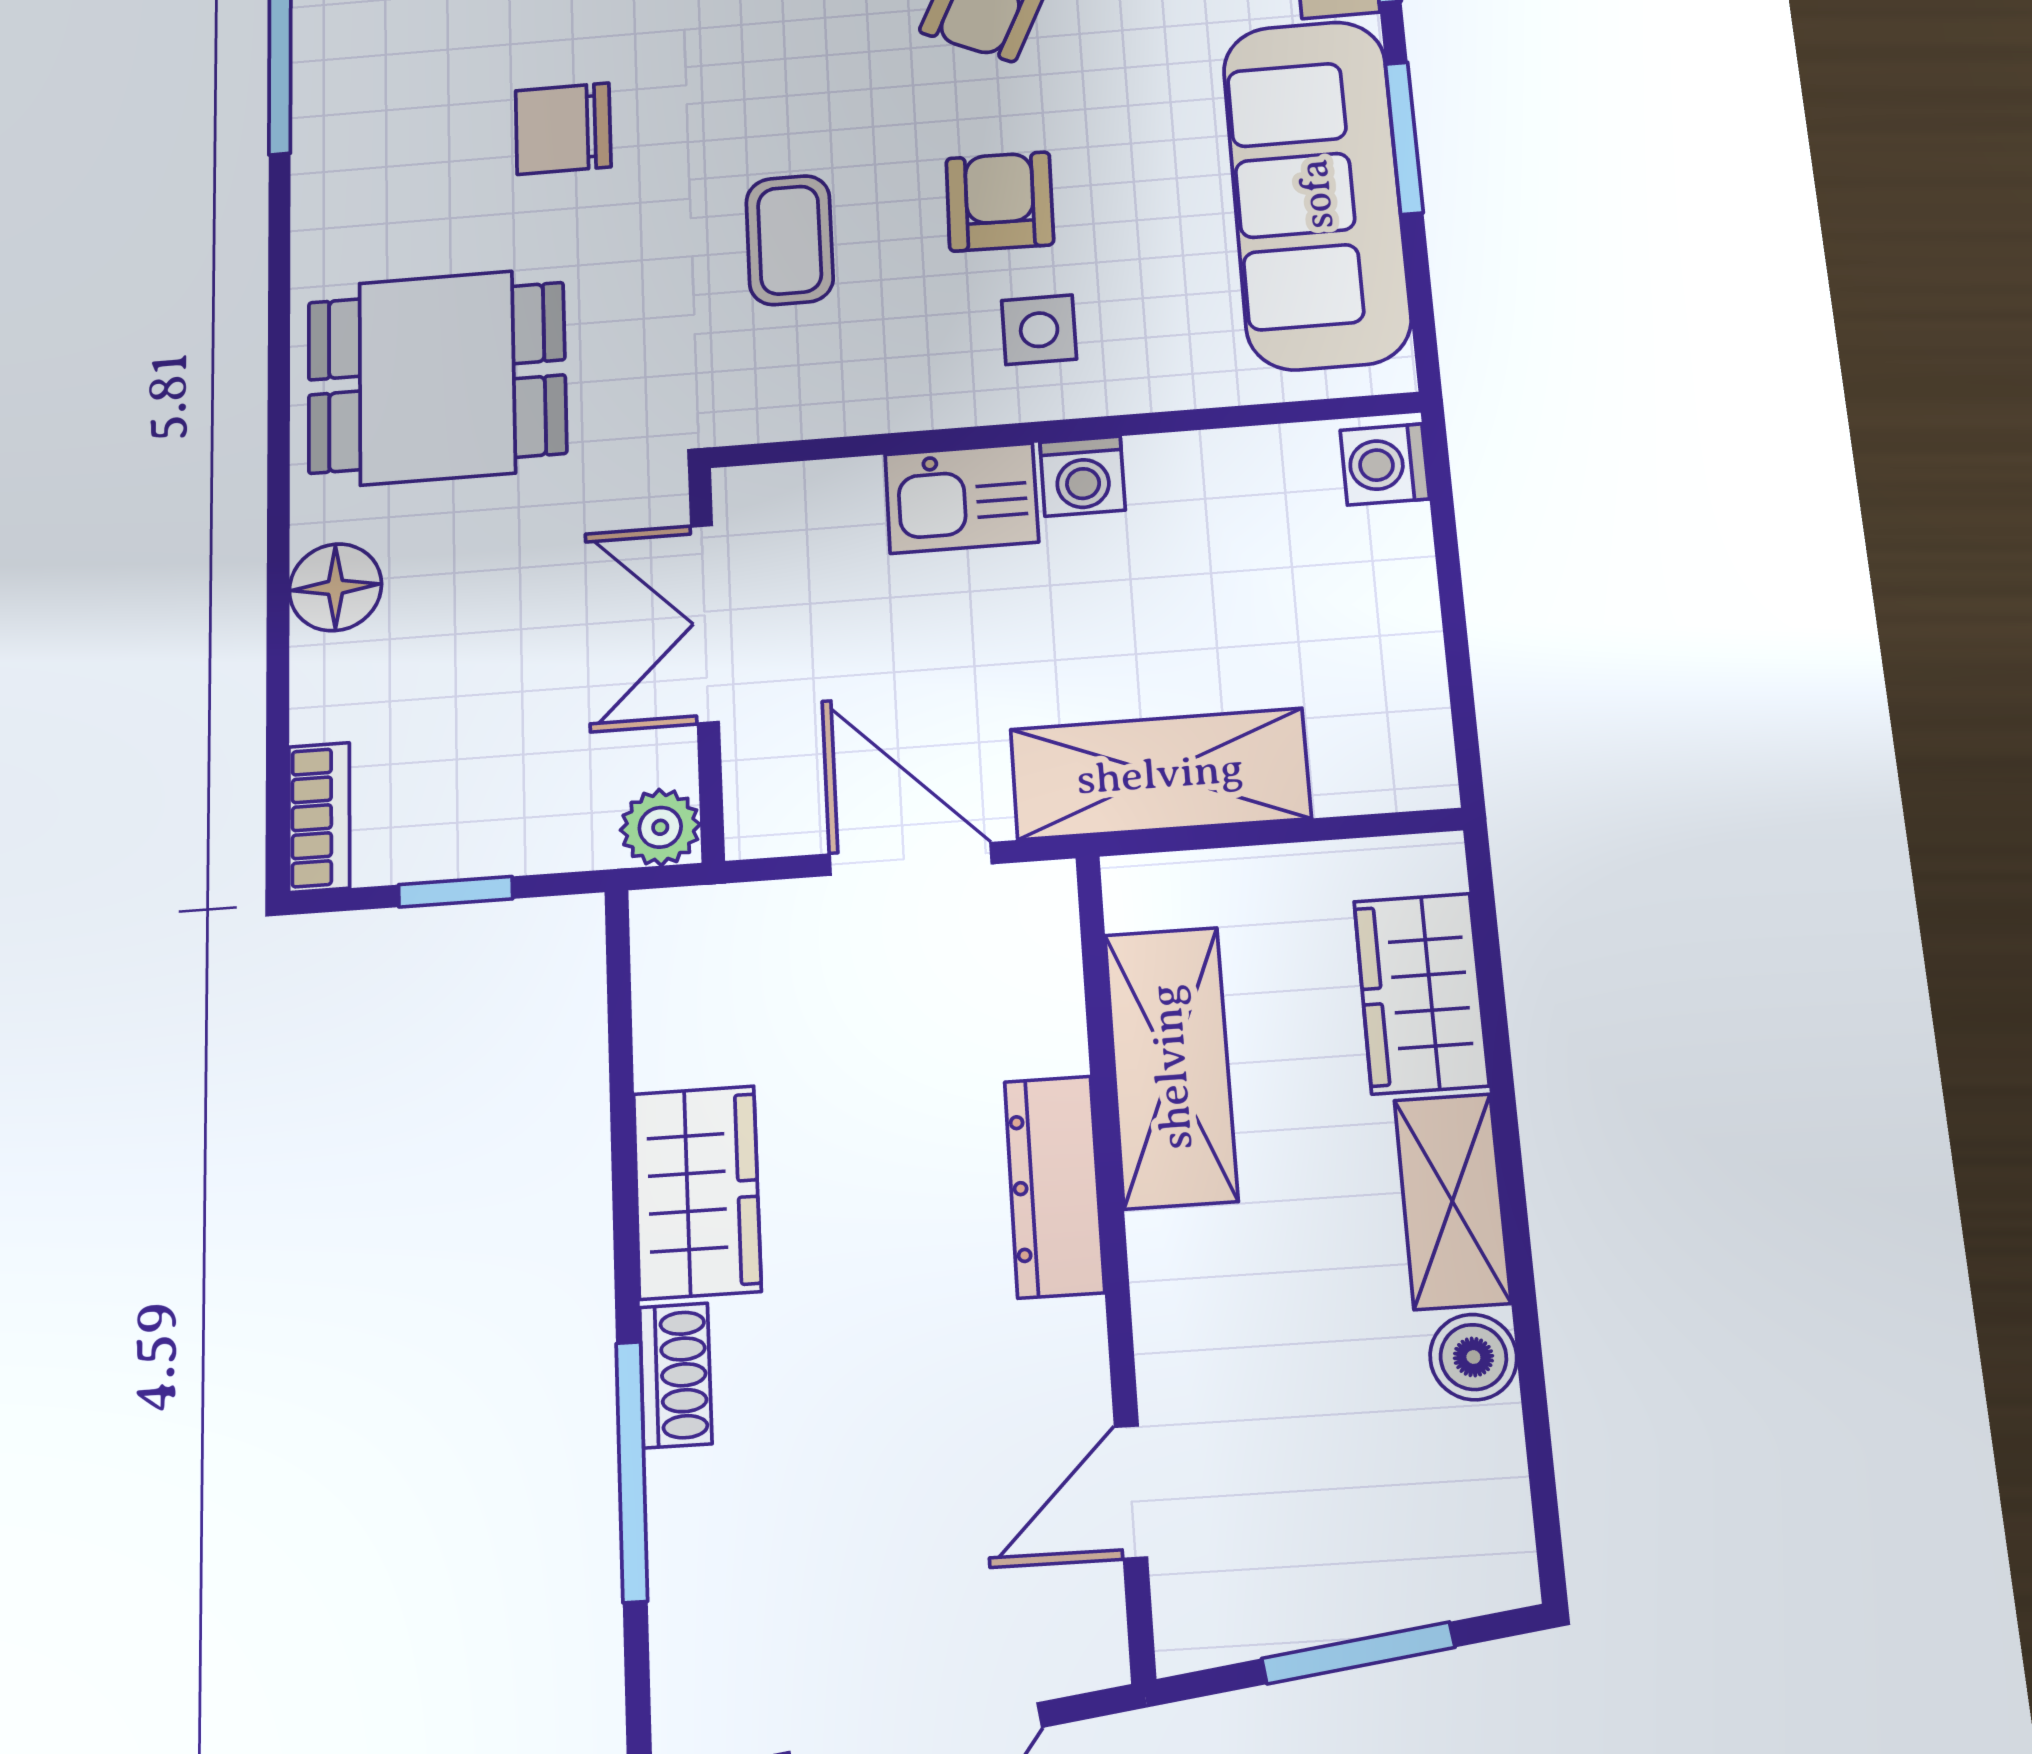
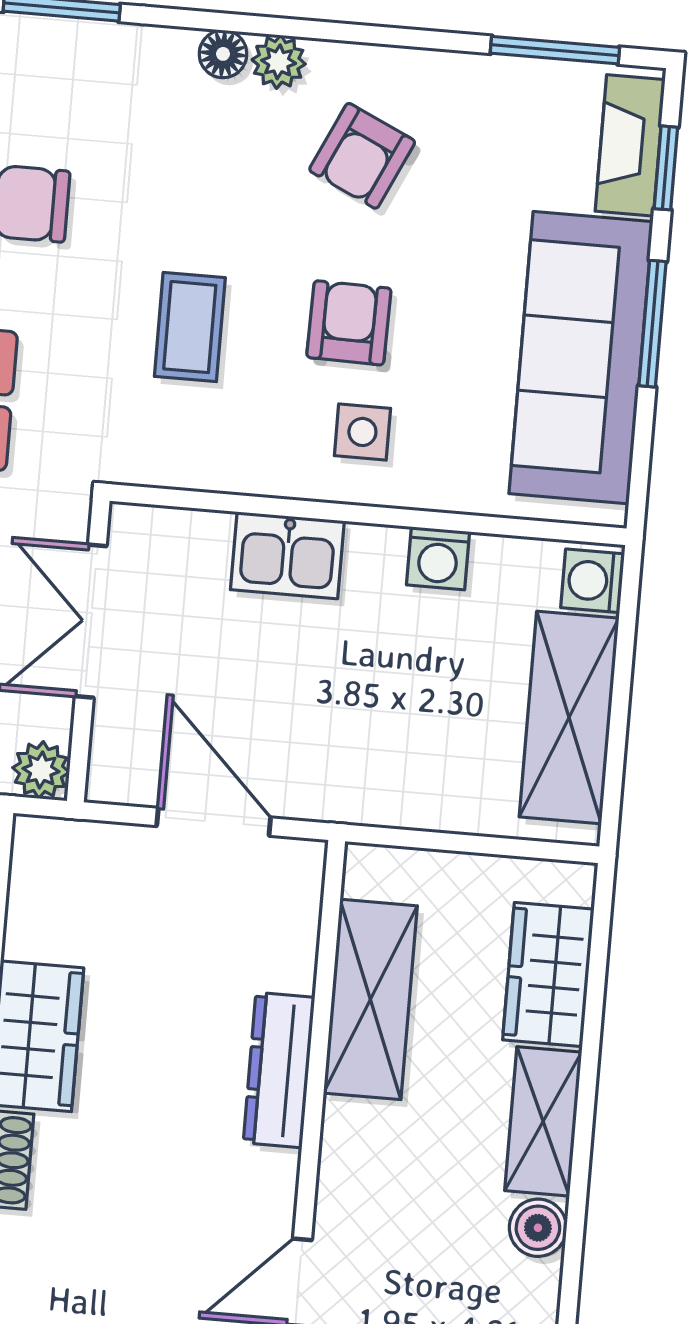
washing machine: (1083, 476) -> (438, 558), moved
shelving: (1160, 774) -> (569, 718), moved, turned 90

